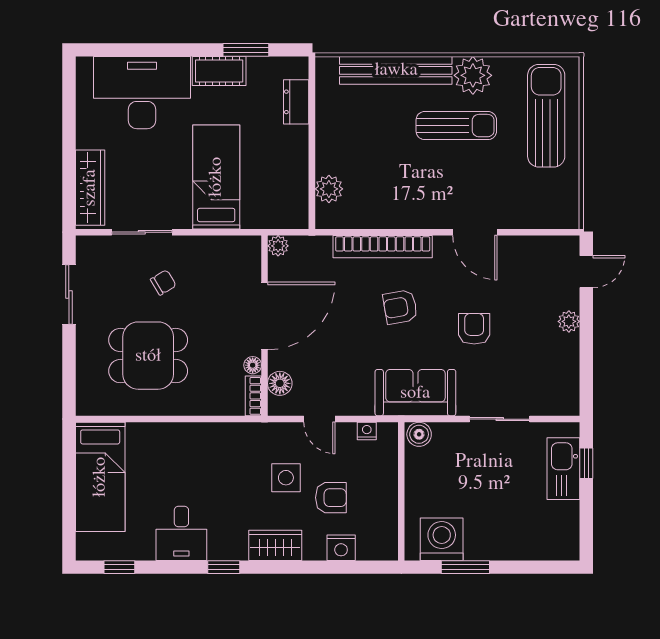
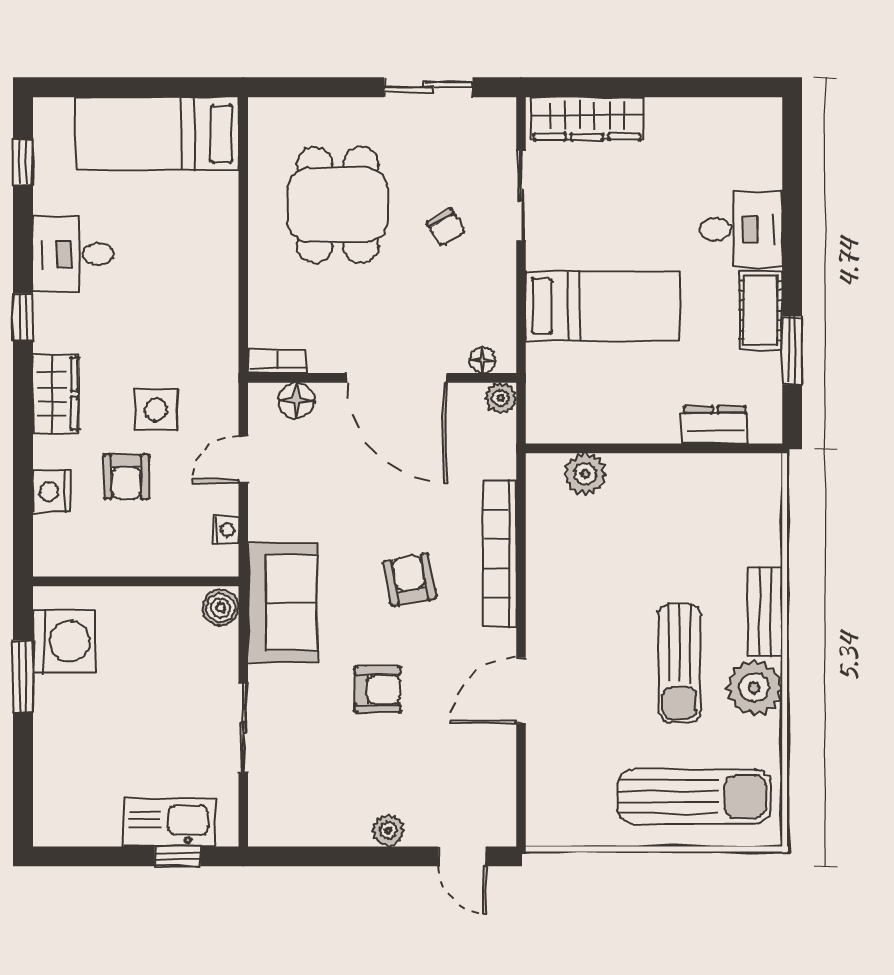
bench: (396, 70) -> (765, 612), width x0.54, depth x0.82
desk: (142, 93) -> (741, 229), width x0.53, depth x0.77
floor lamp: (253, 365) -> (482, 360), moved

